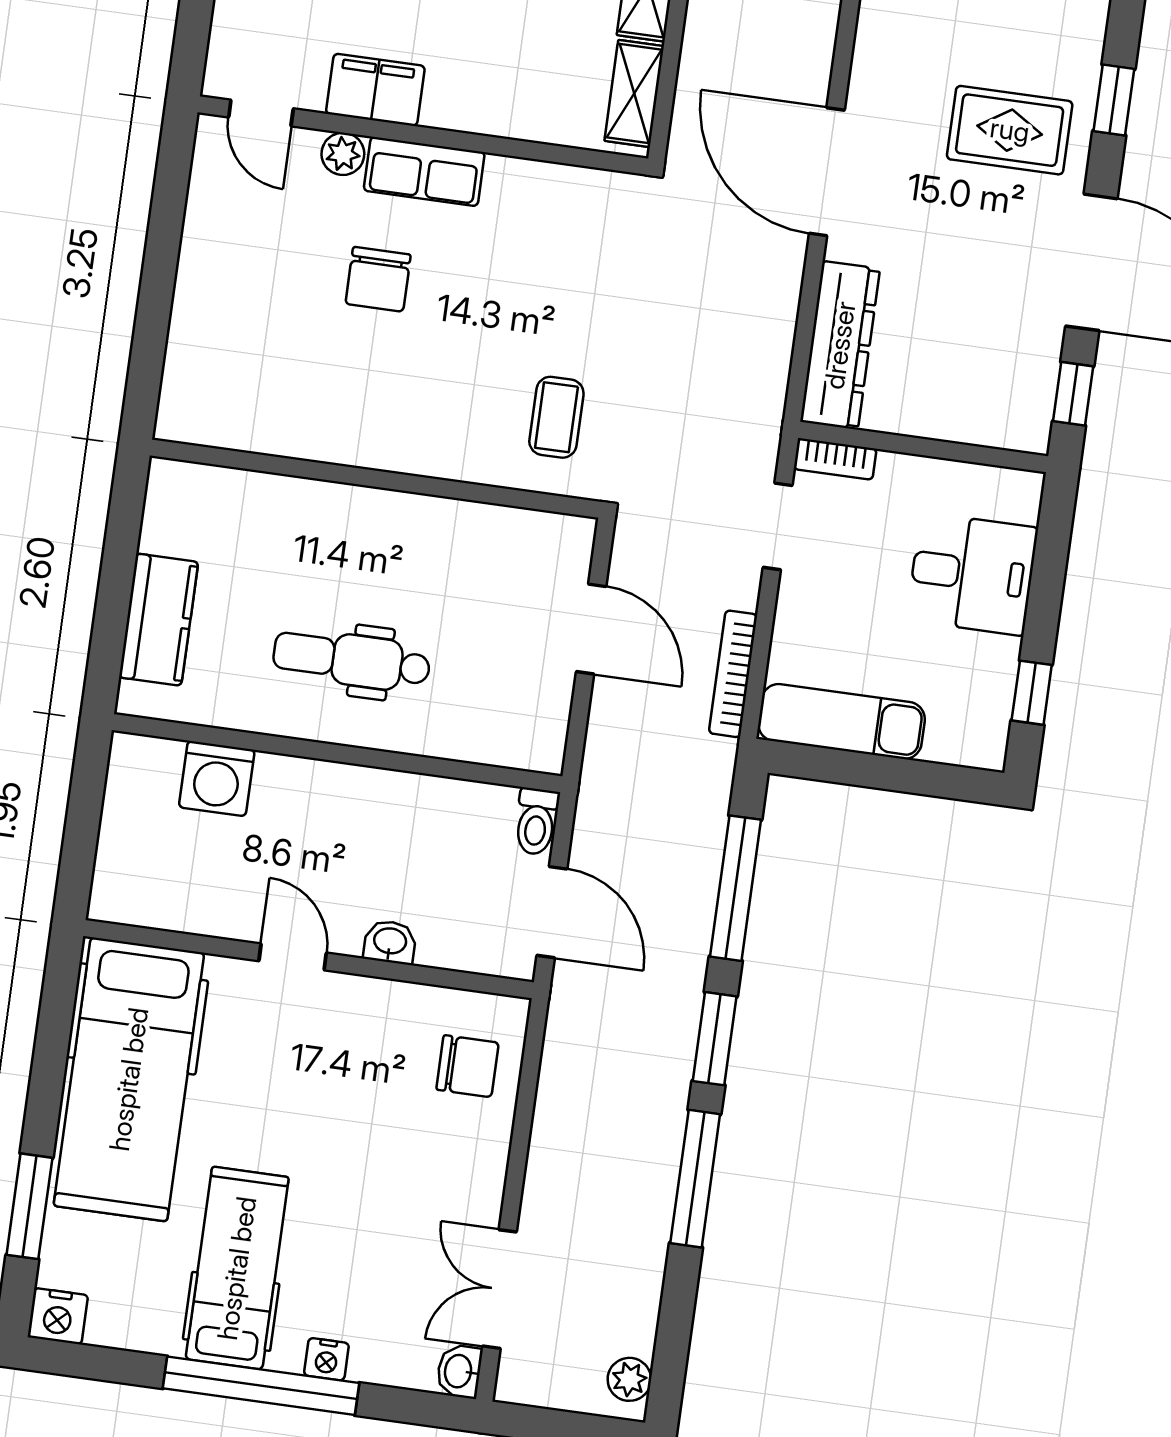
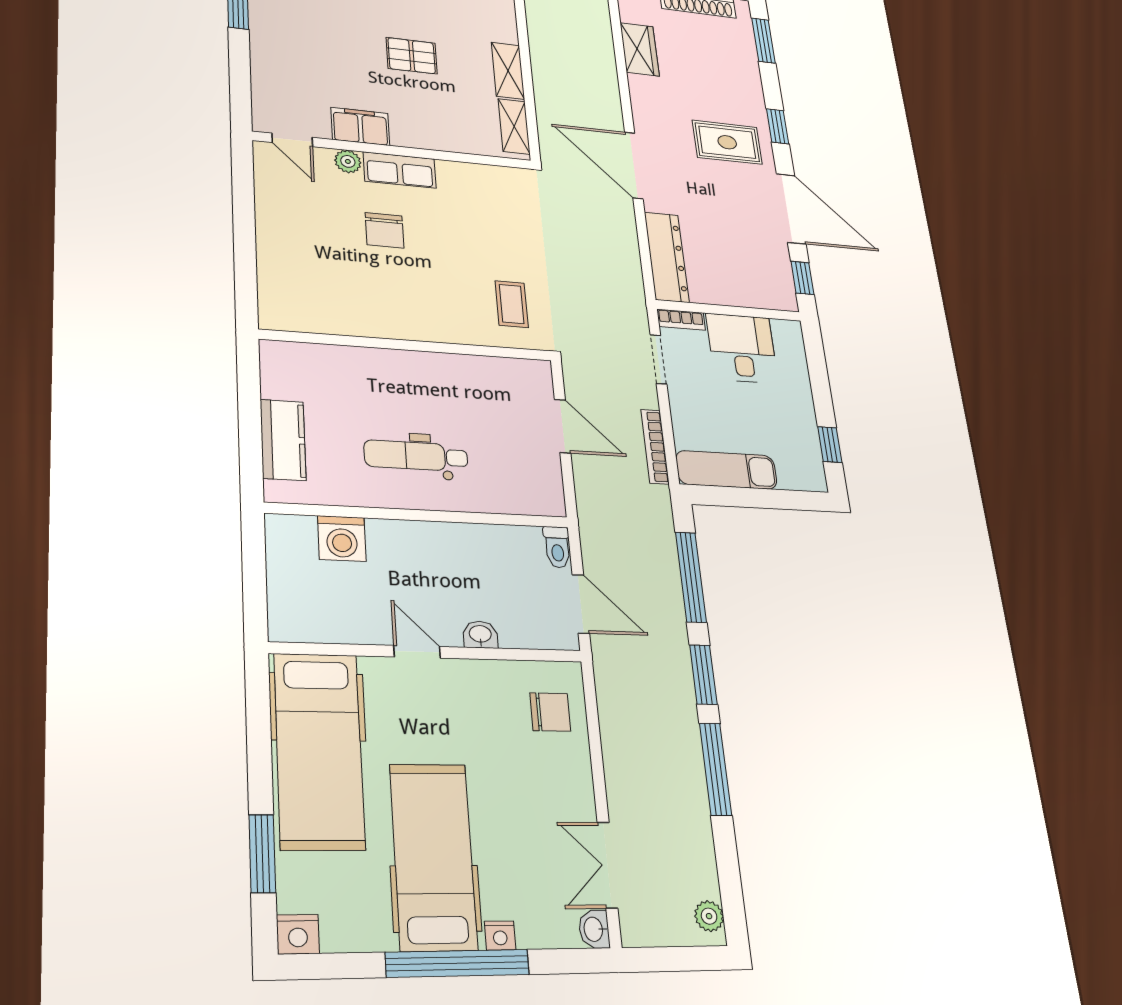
desk: (972, 574) -> (742, 348), moved, turned -90
hospital bed: (237, 1268) -> (433, 856), width x1.37, depth x1.29

